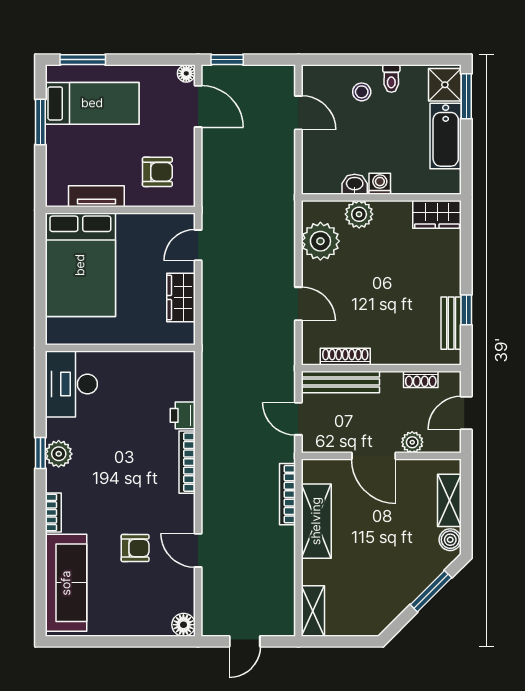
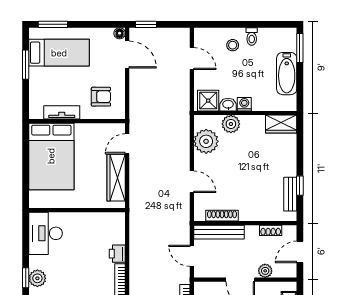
shower: (445, 85) -> (208, 101), moved
wardrobe: (181, 297) -> (116, 178), width x1.50

